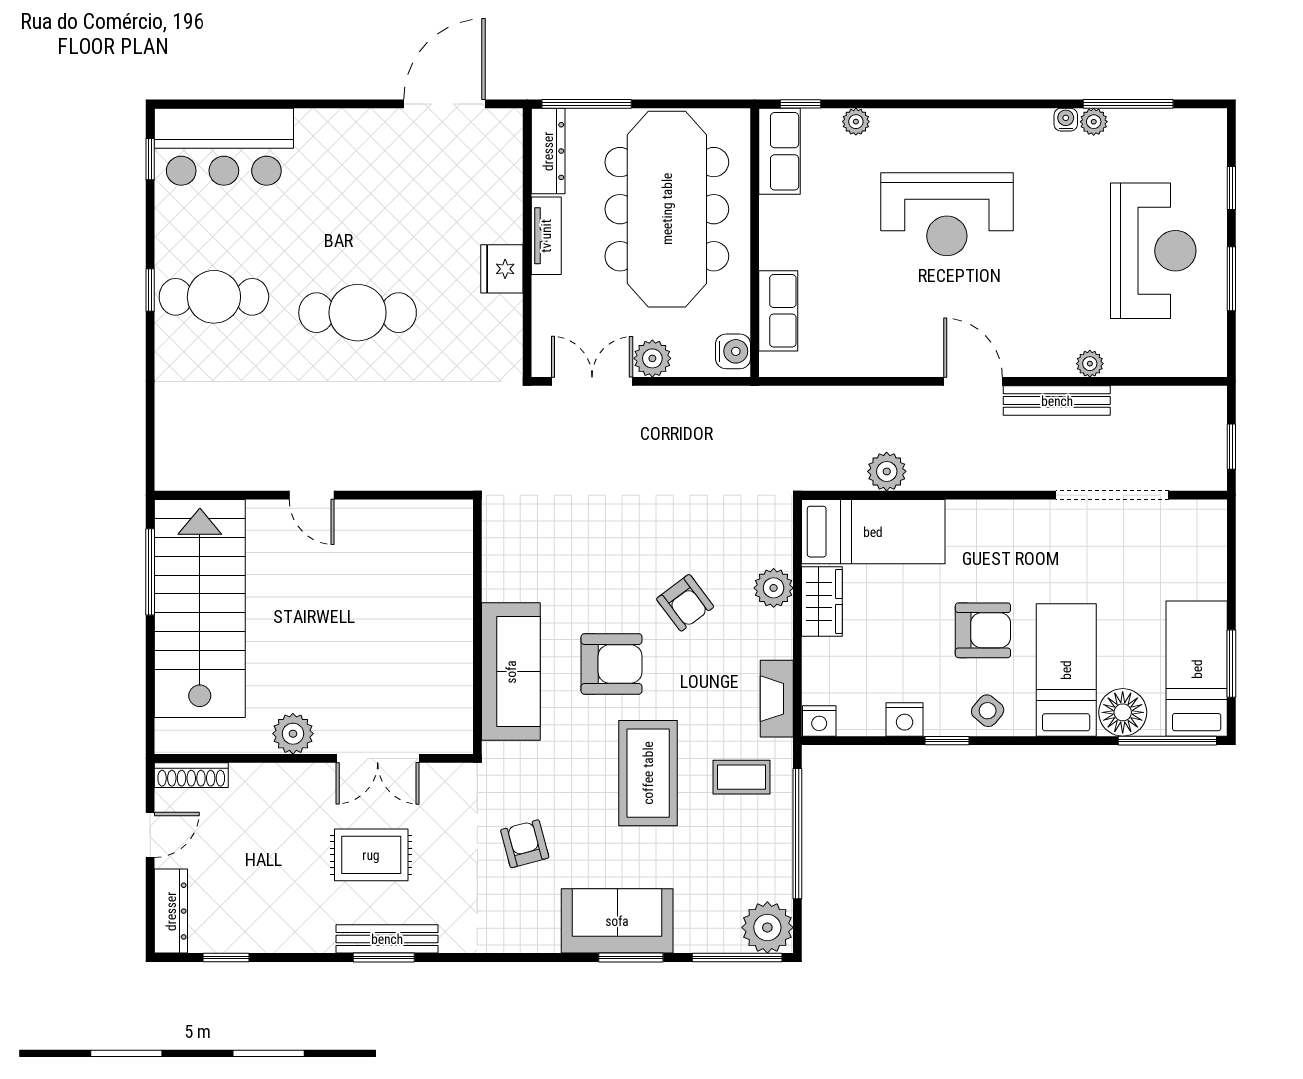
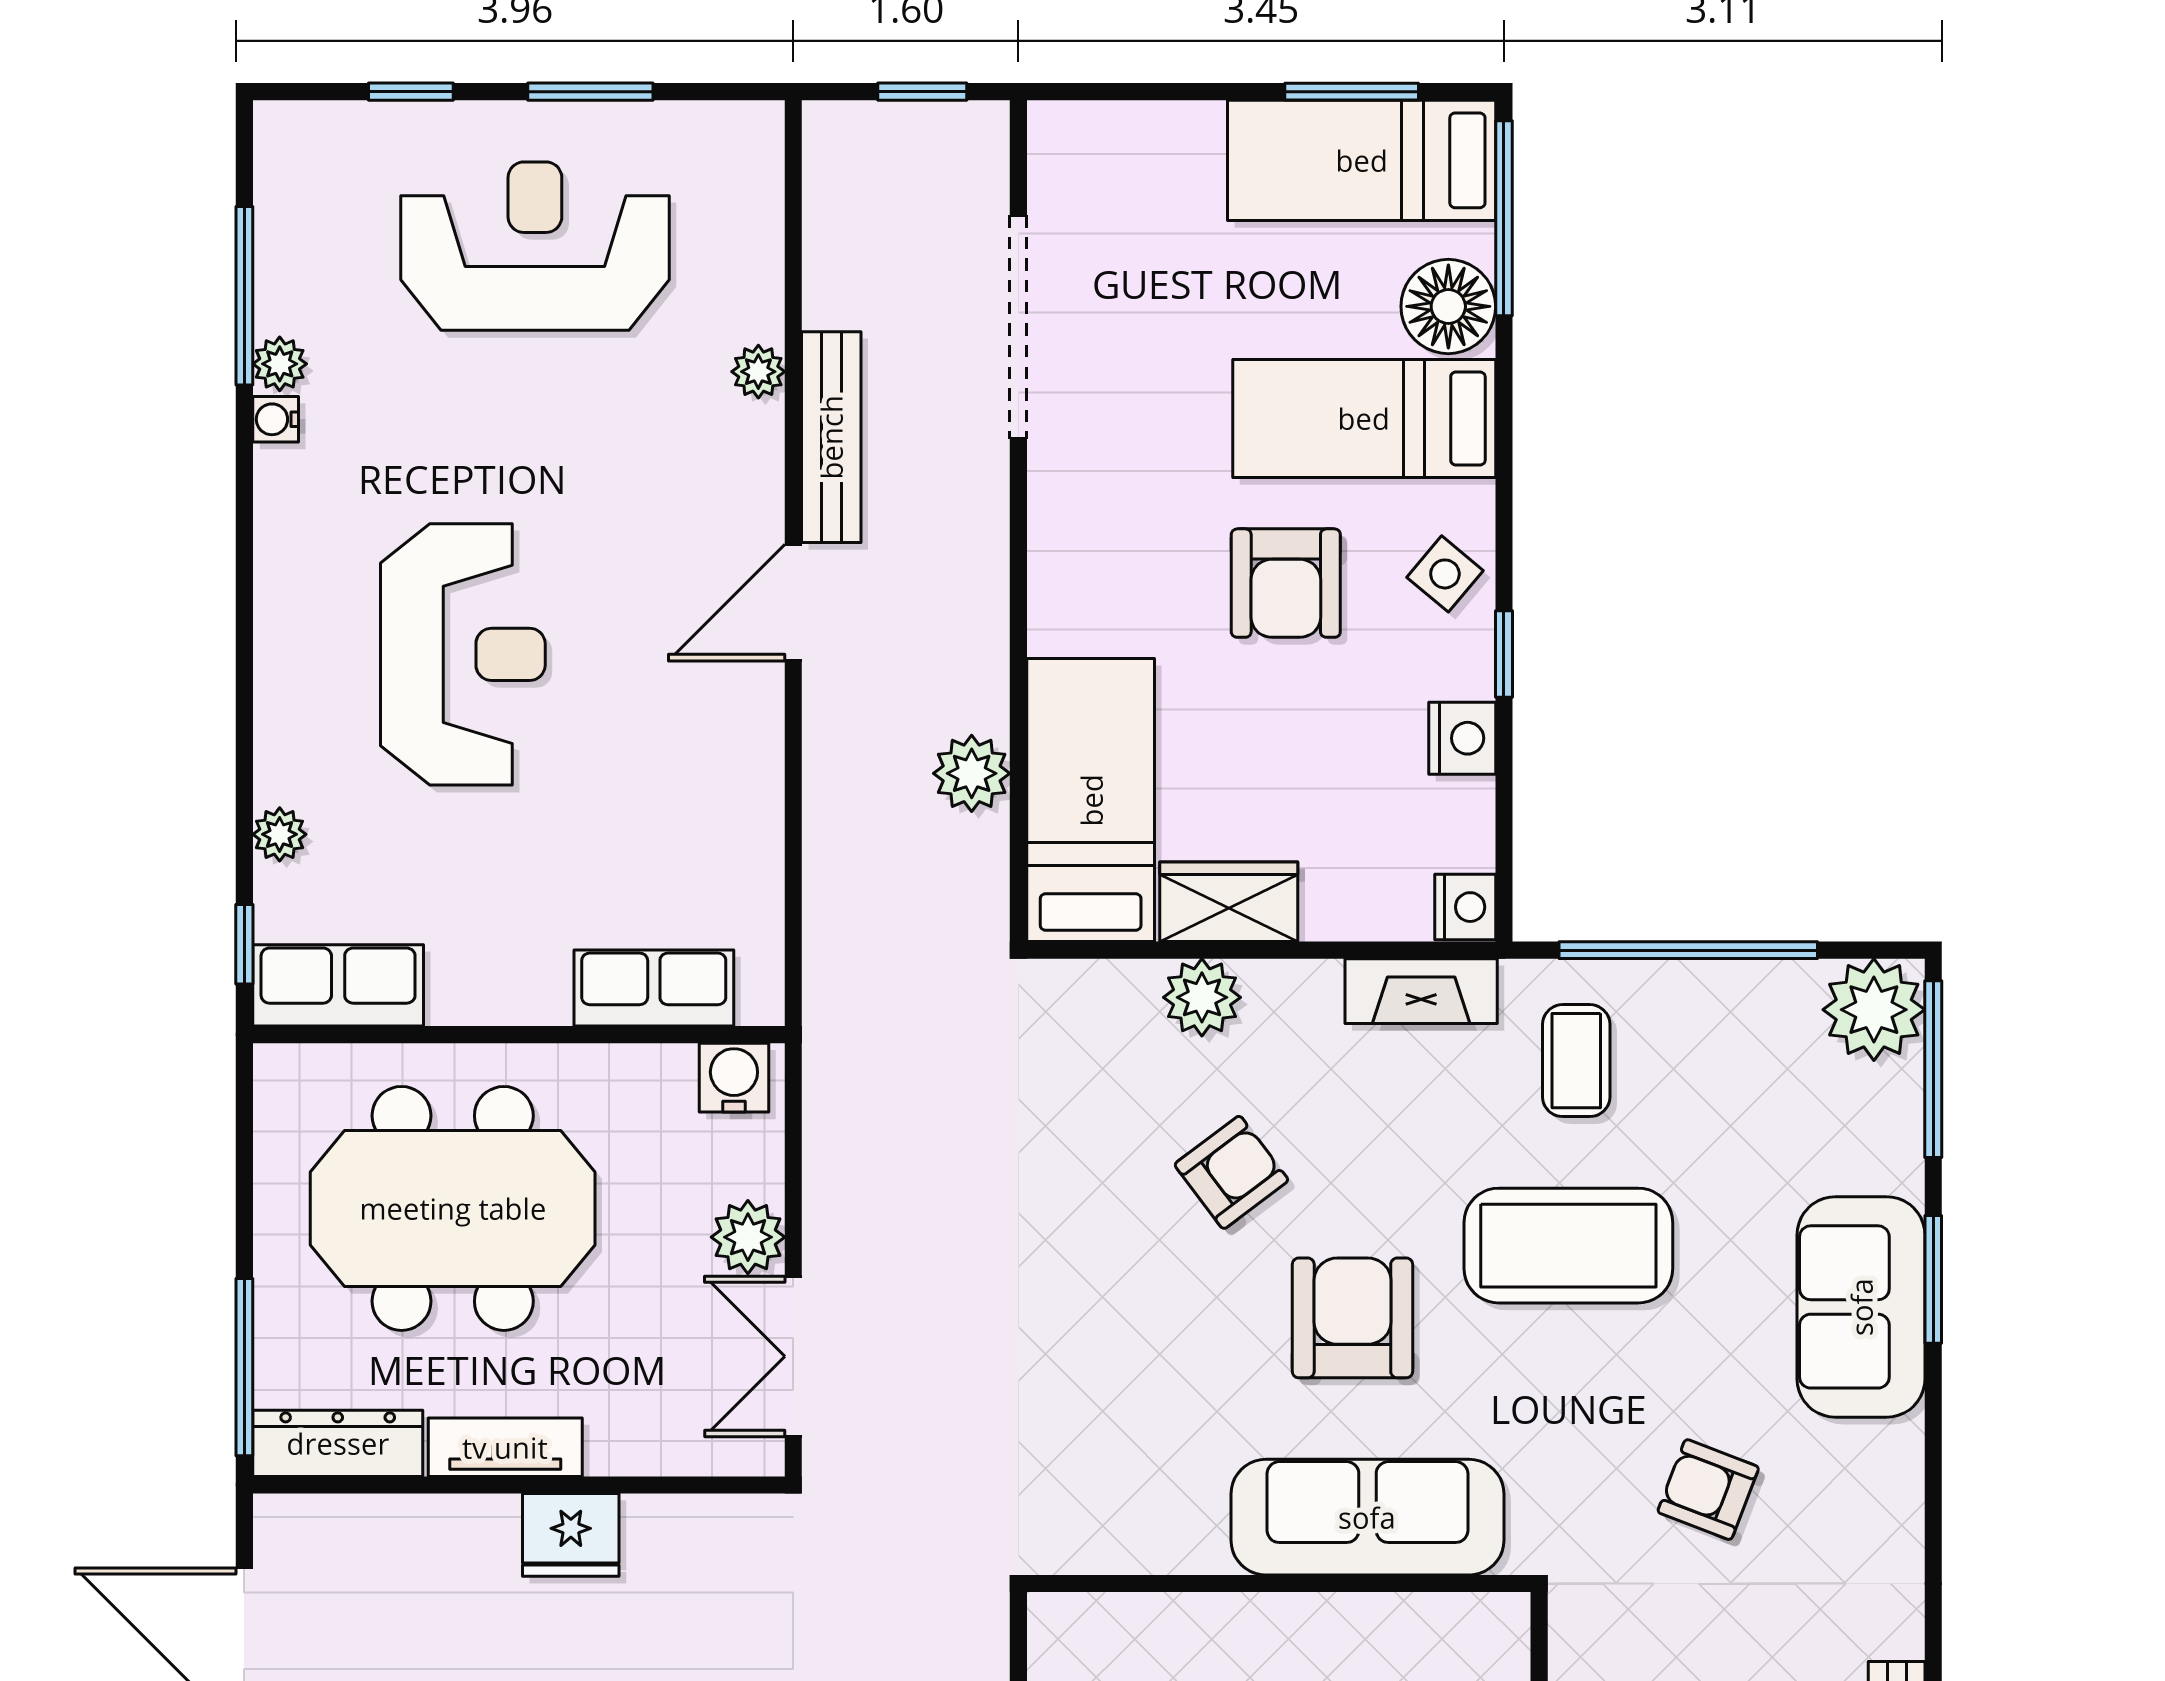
meeting table: (667, 209) -> (453, 1208), width x0.73
armchair: (983, 630) -> (1286, 583), turned 180
armchair: (525, 844) -> (1708, 1490), turned 36

